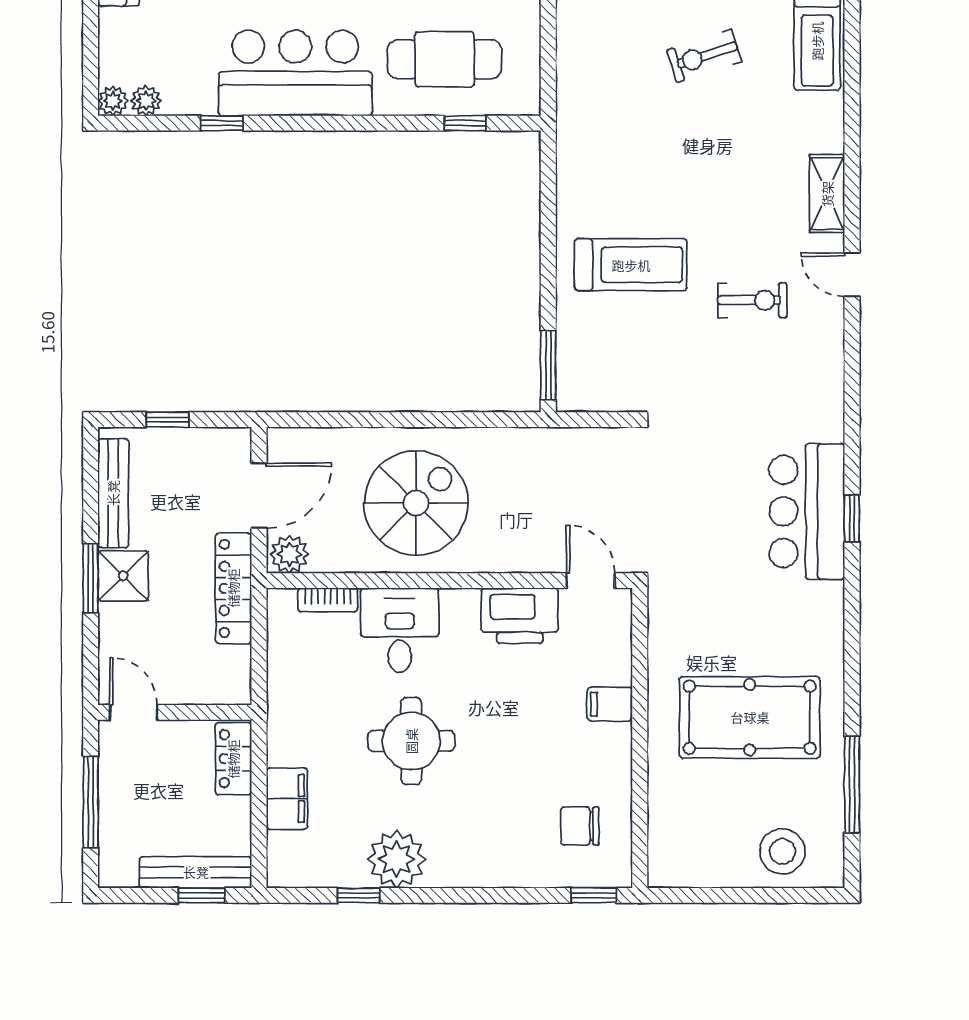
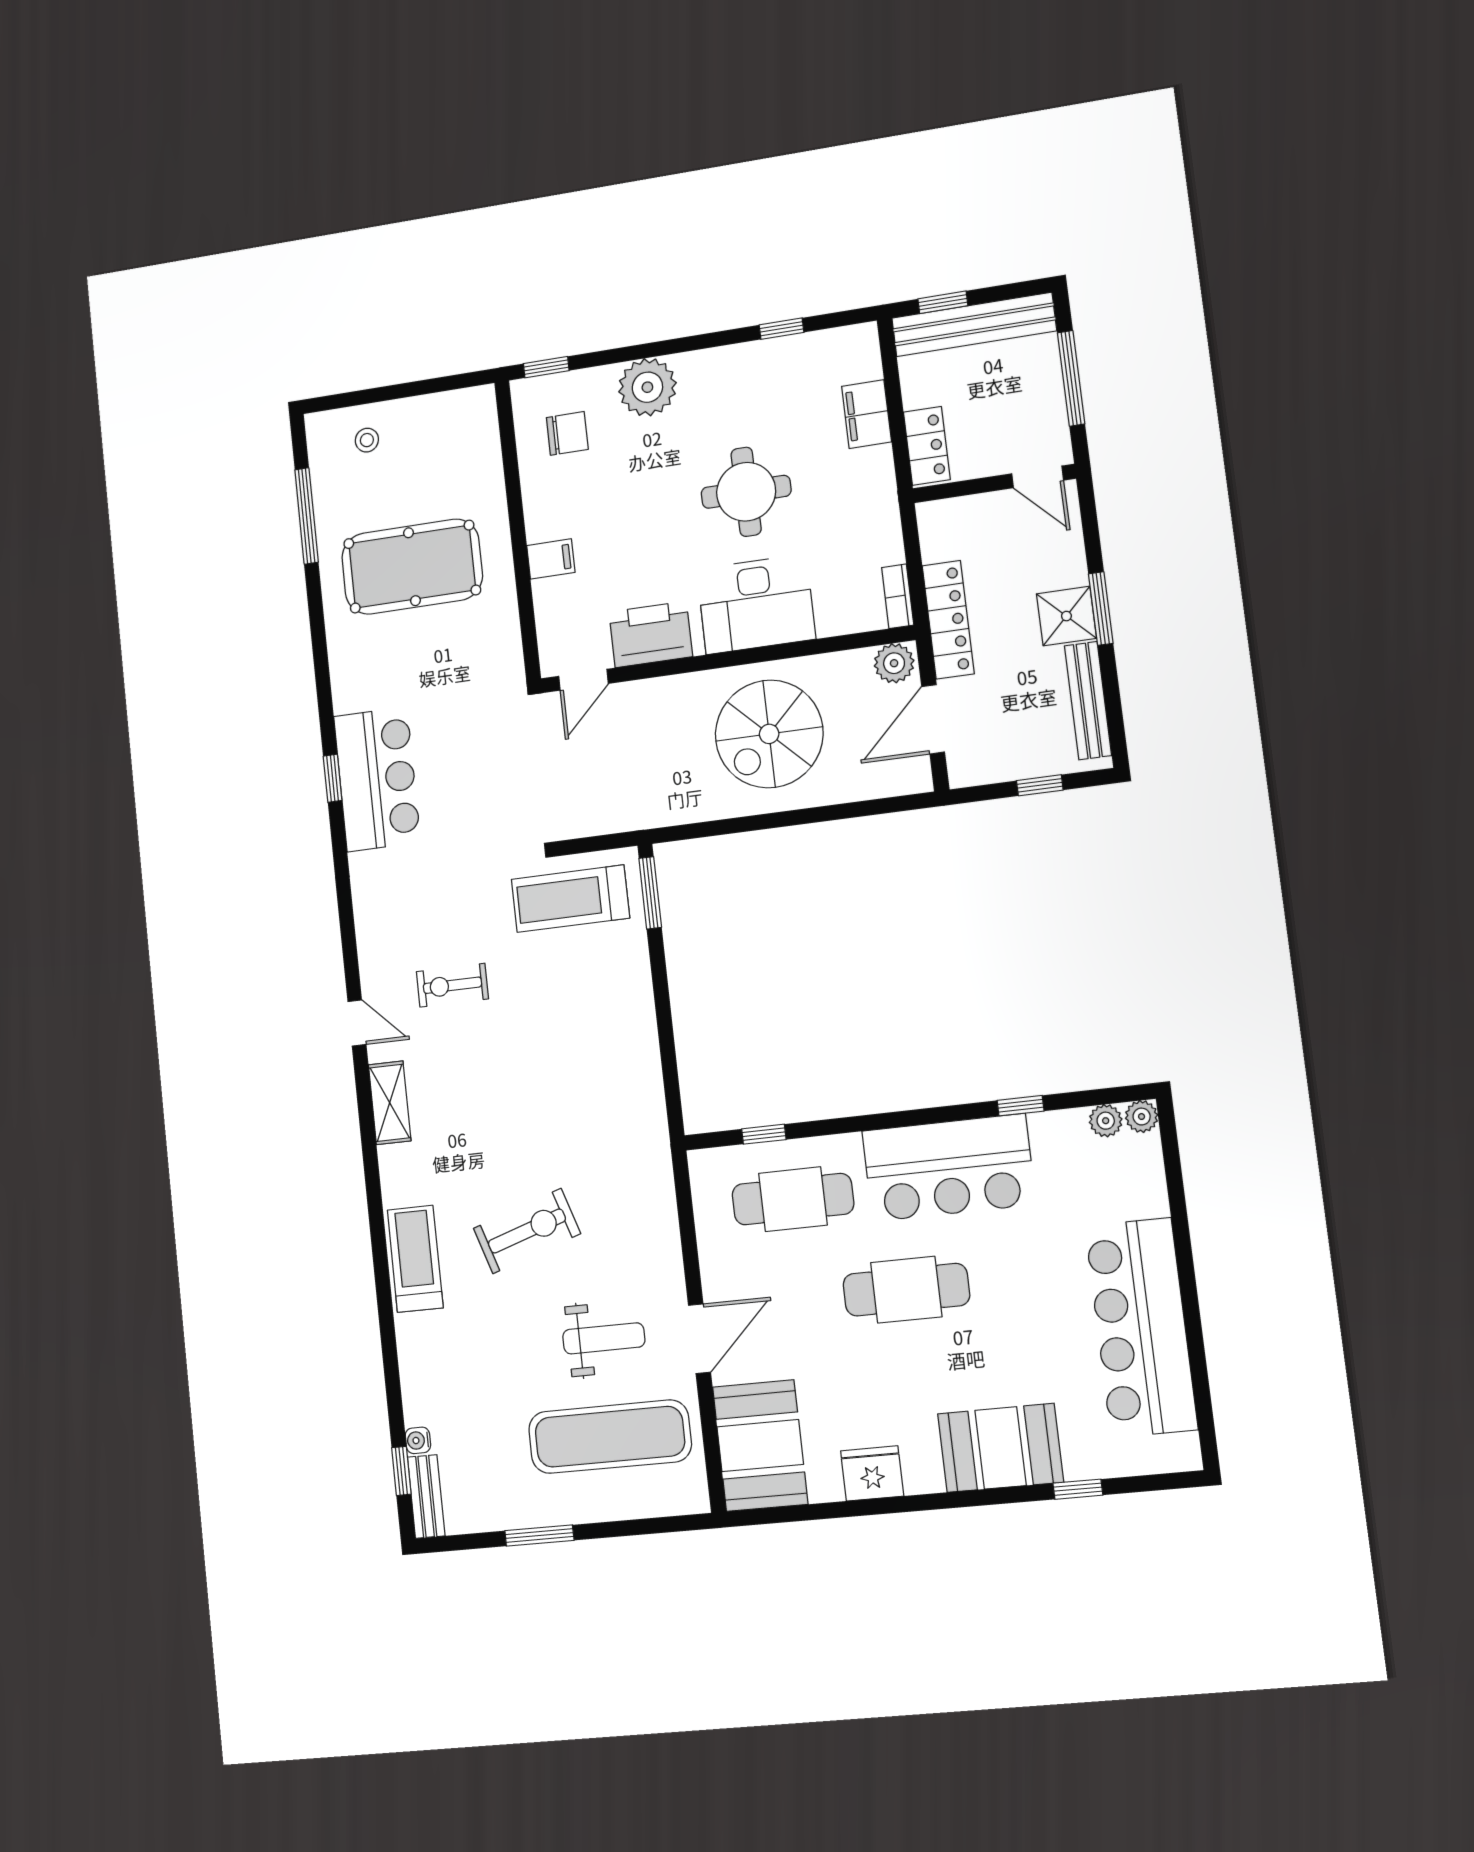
exercise bike: (704, 56) -> (527, 1231), width x1.38, depth x1.39
treadmill: (631, 265) -> (570, 899), moved
door: (591, 581) -> (583, 680), hinge flipped
bookcase: (328, 600) -> (898, 596), moved, turned -90
desk: (400, 630) -> (756, 604), width x1.37
stool: (782, 851) -> (367, 440), width x0.53, depth x0.53
plant: (397, 859) -> (647, 387), moved
bench: (196, 872) -> (974, 324), width x1.37, depth x1.21

